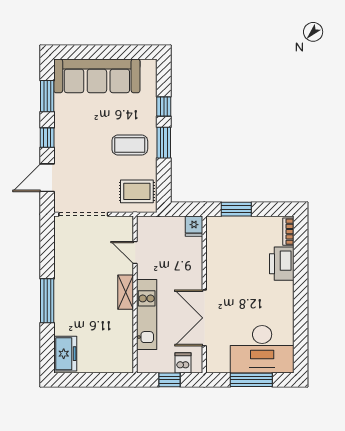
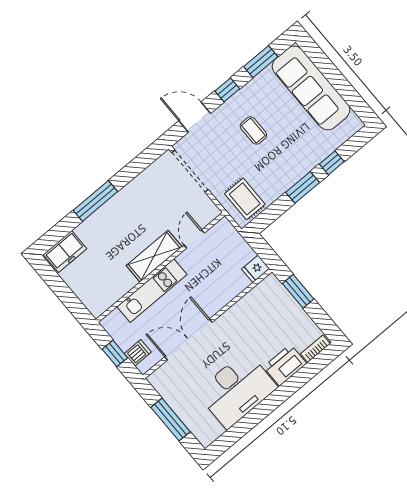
coffee table: (130, 145) -> (253, 130), moved, width x0.73, depth x0.77
shelving: (126, 292) -> (154, 256), width x1.50, depth x1.33
desk: (262, 349) -> (237, 390), moved, turned -90

